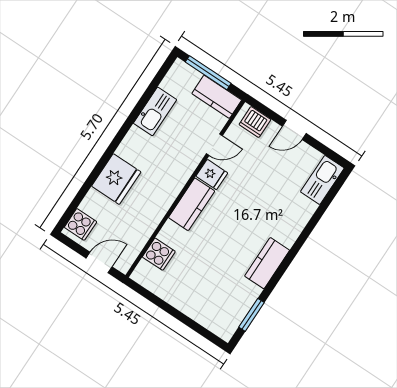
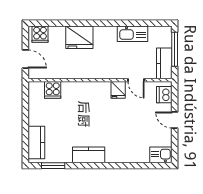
kitchen sink: (322, 180) -> (161, 155), width x0.73
kitchen counter: (192, 204) -> (36, 143), moved, turned -90

